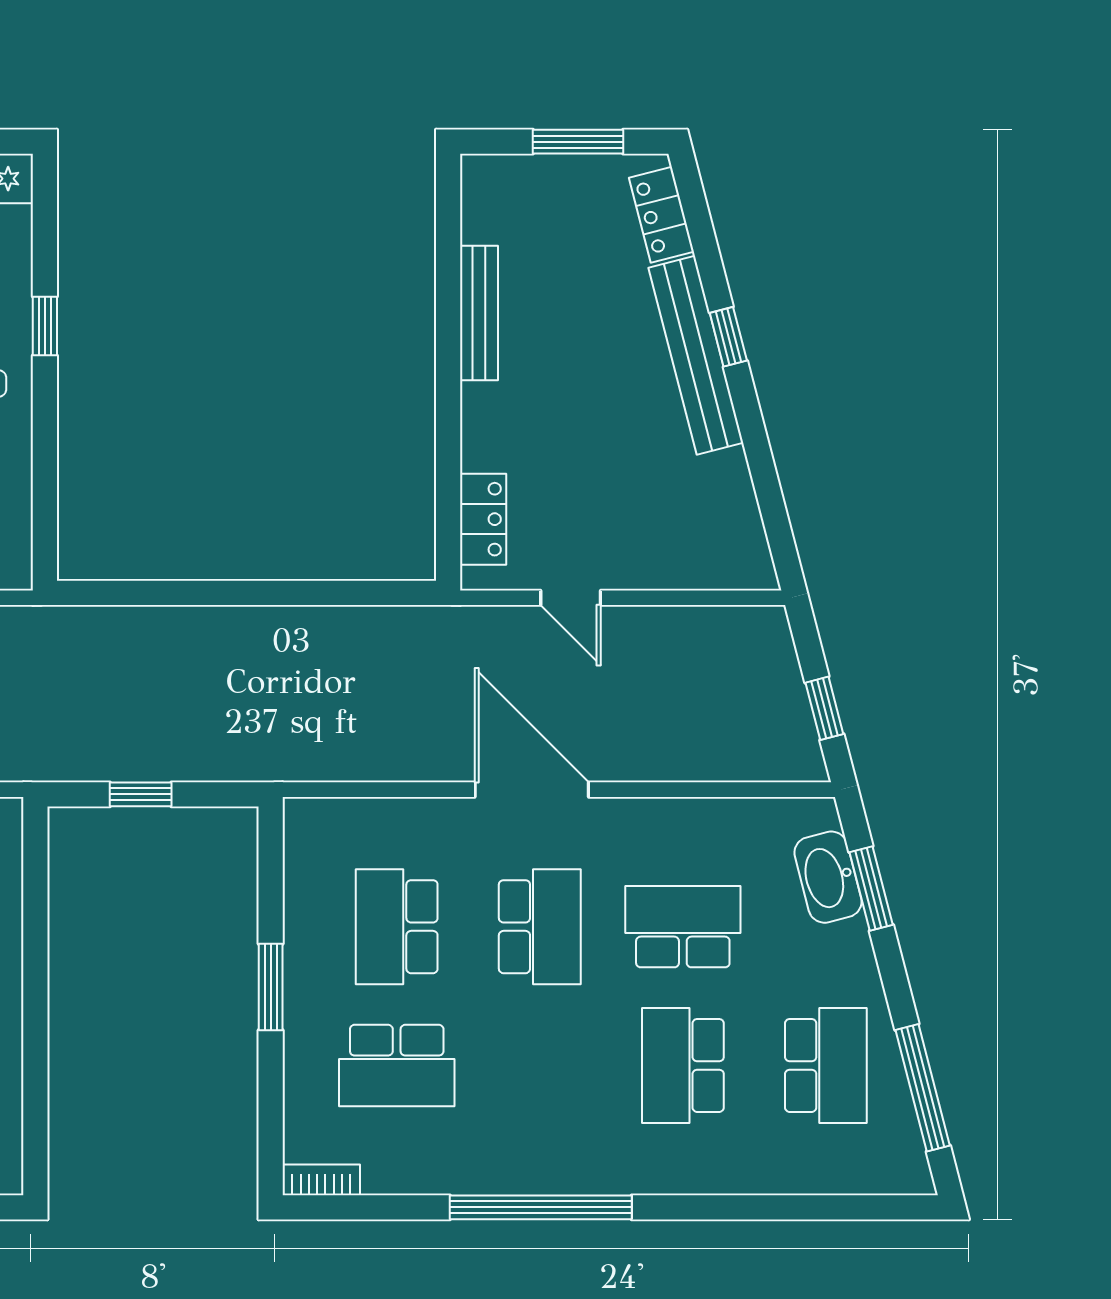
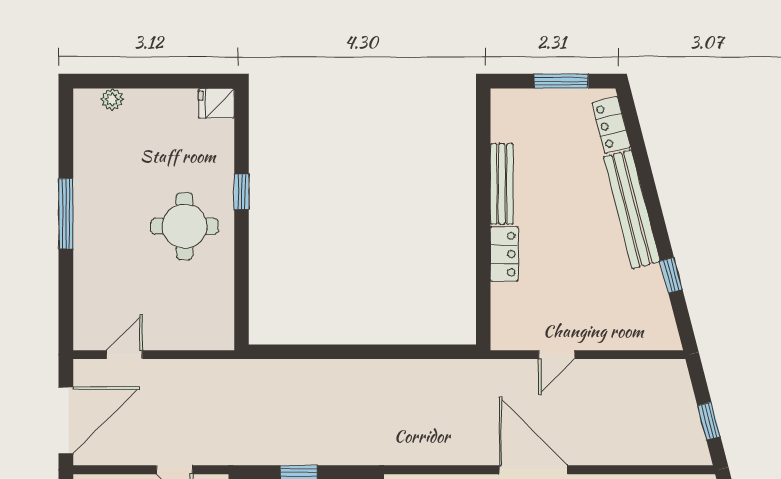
window: (728, 337) -> (671, 275), moved
locker: (483, 519) -> (504, 254), moved
door: (571, 598) -> (557, 355), hinge flipped

